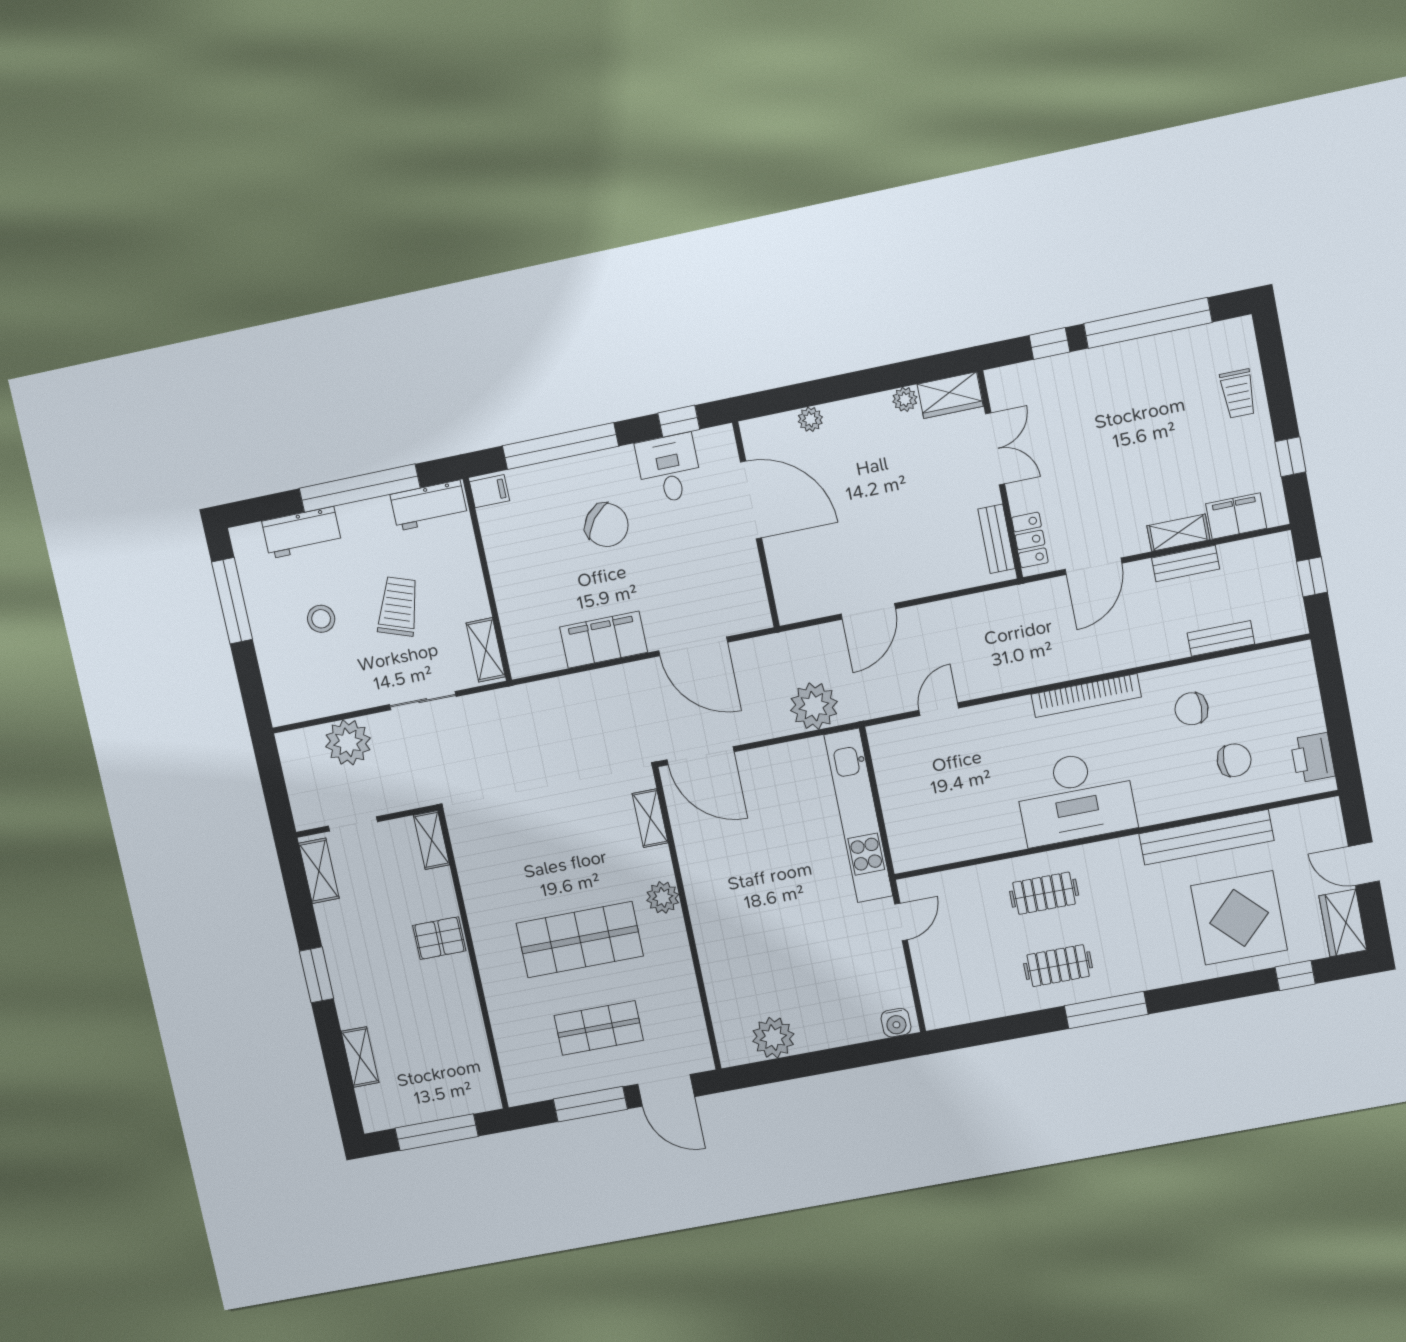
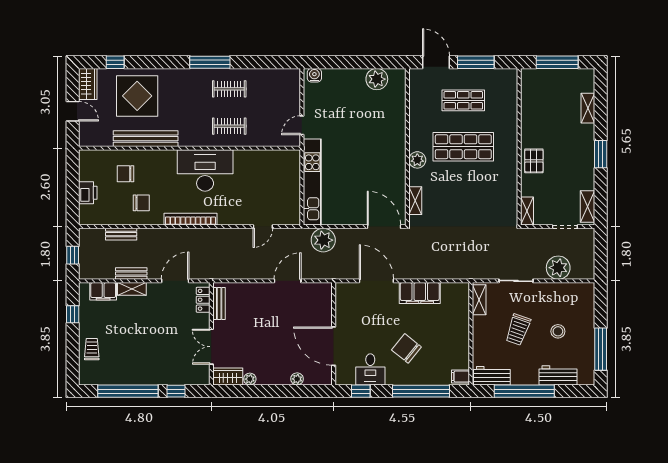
printer: (1313, 758) -> (88, 193), moved
pallet: (439, 938) -> (534, 161), turned 90

